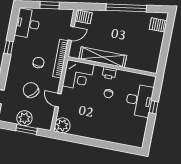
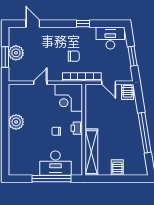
server rack: (158, 25) -> (117, 167), moved
shelving: (103, 57) -> (91, 152), moved
chair: (31, 90) -> (45, 54), removed
window: (154, 107) -> (51, 179), width x3.17
plant: (62, 125) -> (16, 122), moved

